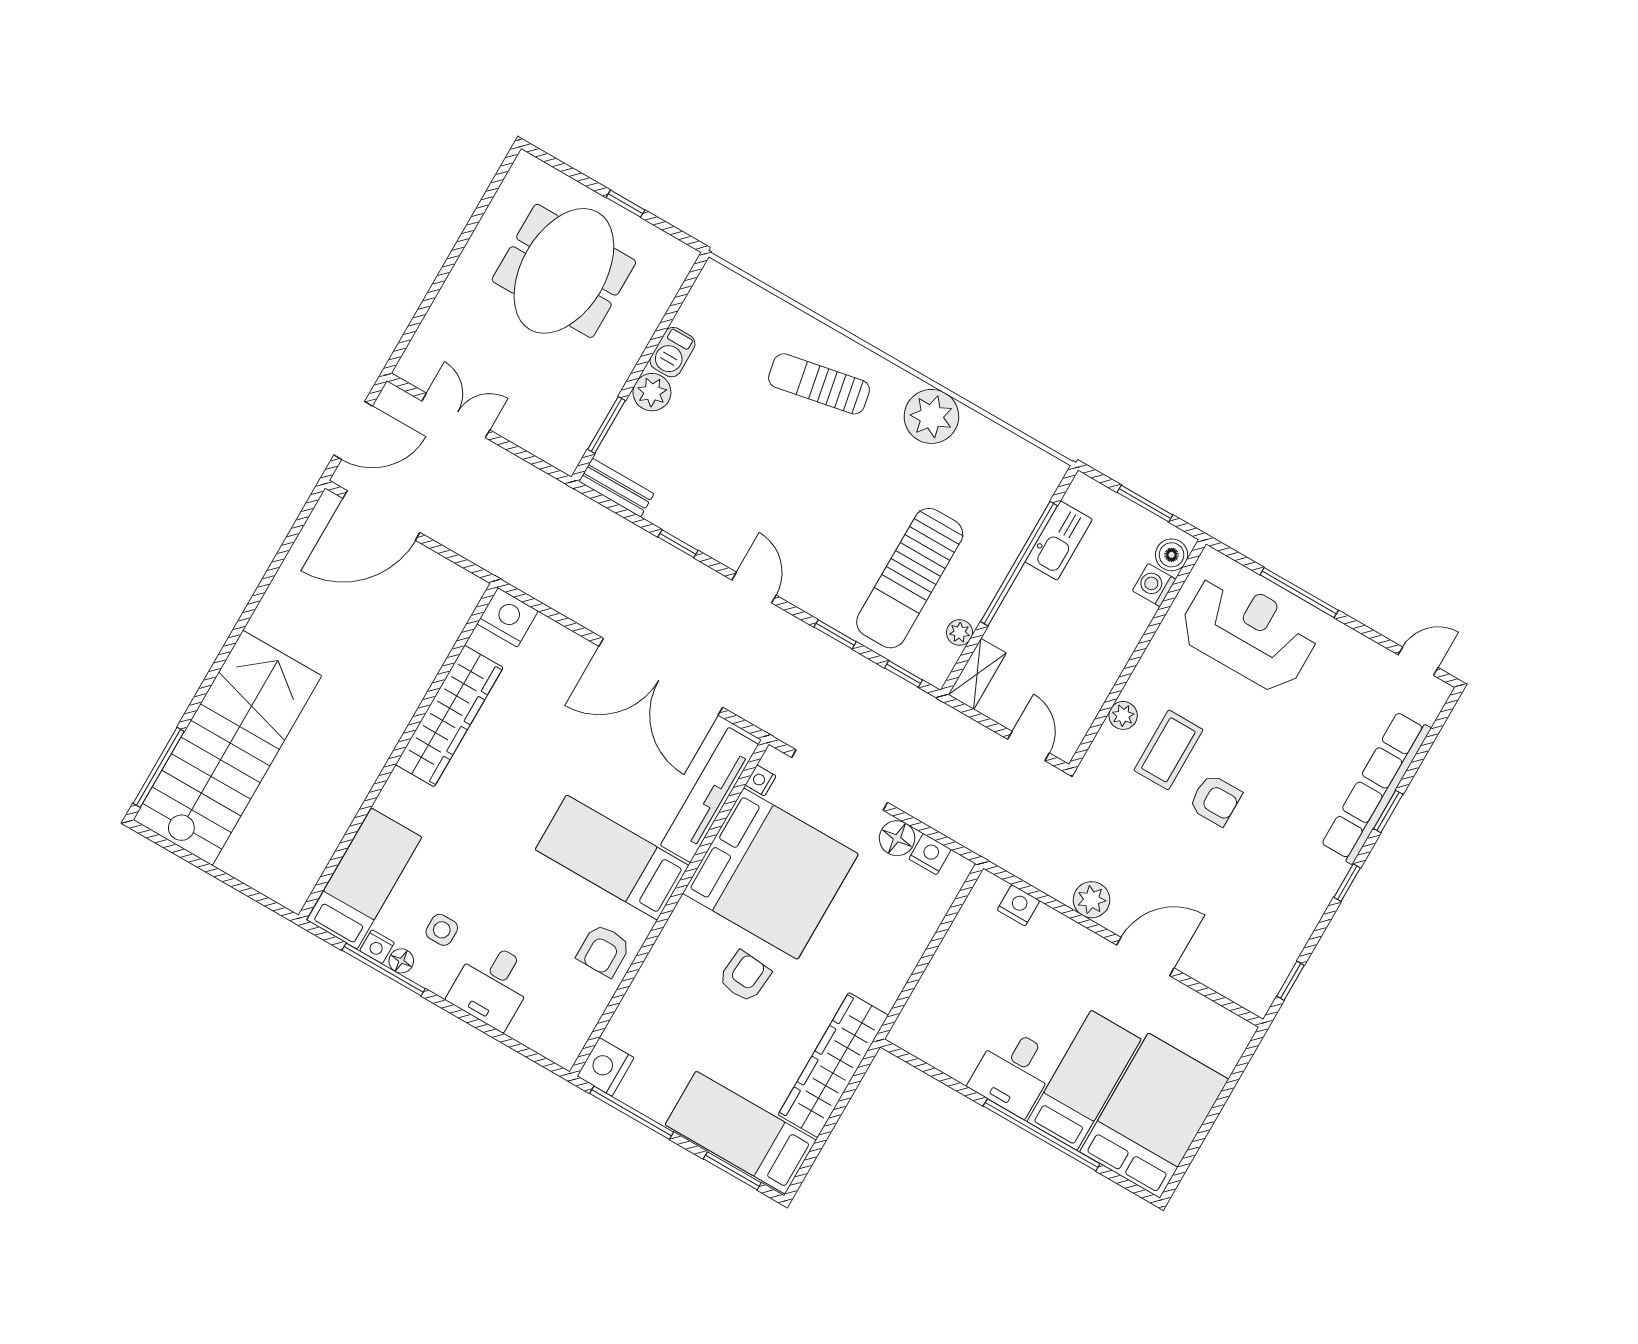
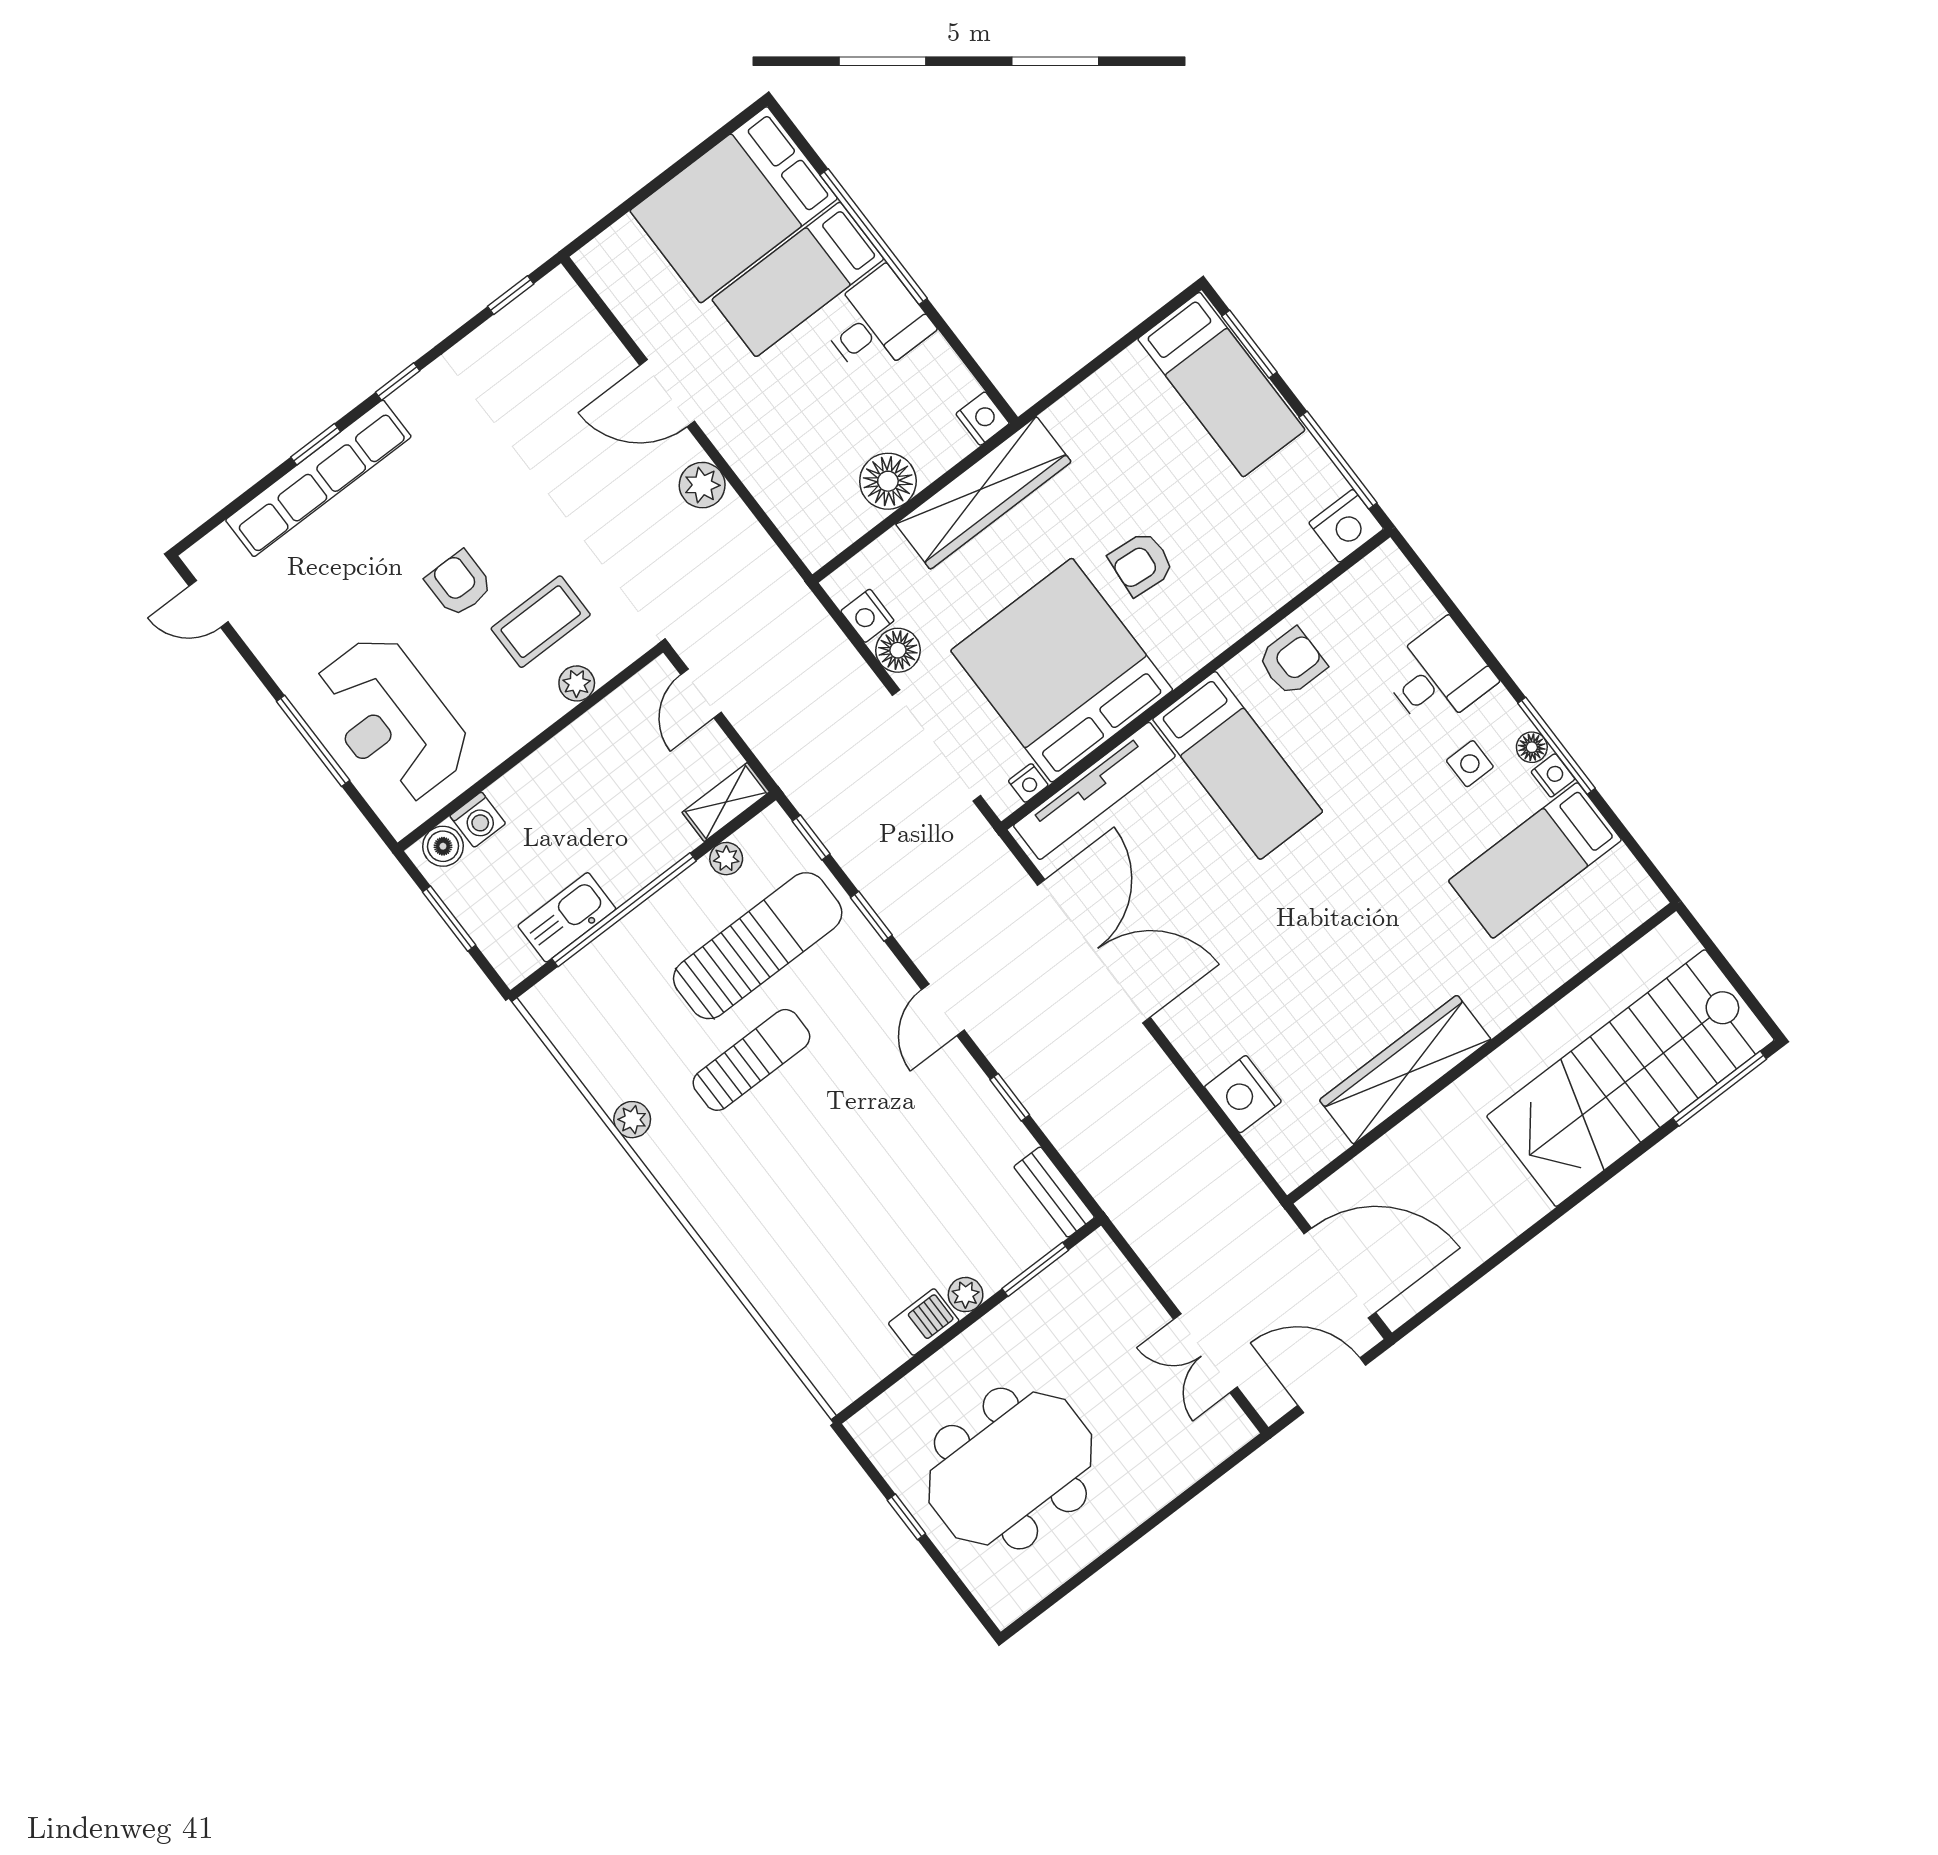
sun lounger: (819, 384) -> (751, 1060), moved, turned -79
plant: (652, 392) -> (966, 1295), width x0.73, depth x0.73
plant: (931, 416) -> (632, 1120), width x0.53, depth x0.53
wardrobe: (449, 716) -> (1405, 1070), moved
wall: (398, 752) -> (1482, 1053), moved
armchair: (1215, 800) -> (459, 584), moved
nightstand: (1018, 905) -> (983, 419), moved, turned 180
floor lamp: (956, 959) -> (888, 481), added
wardrobe: (833, 1065) -> (983, 493), moved

